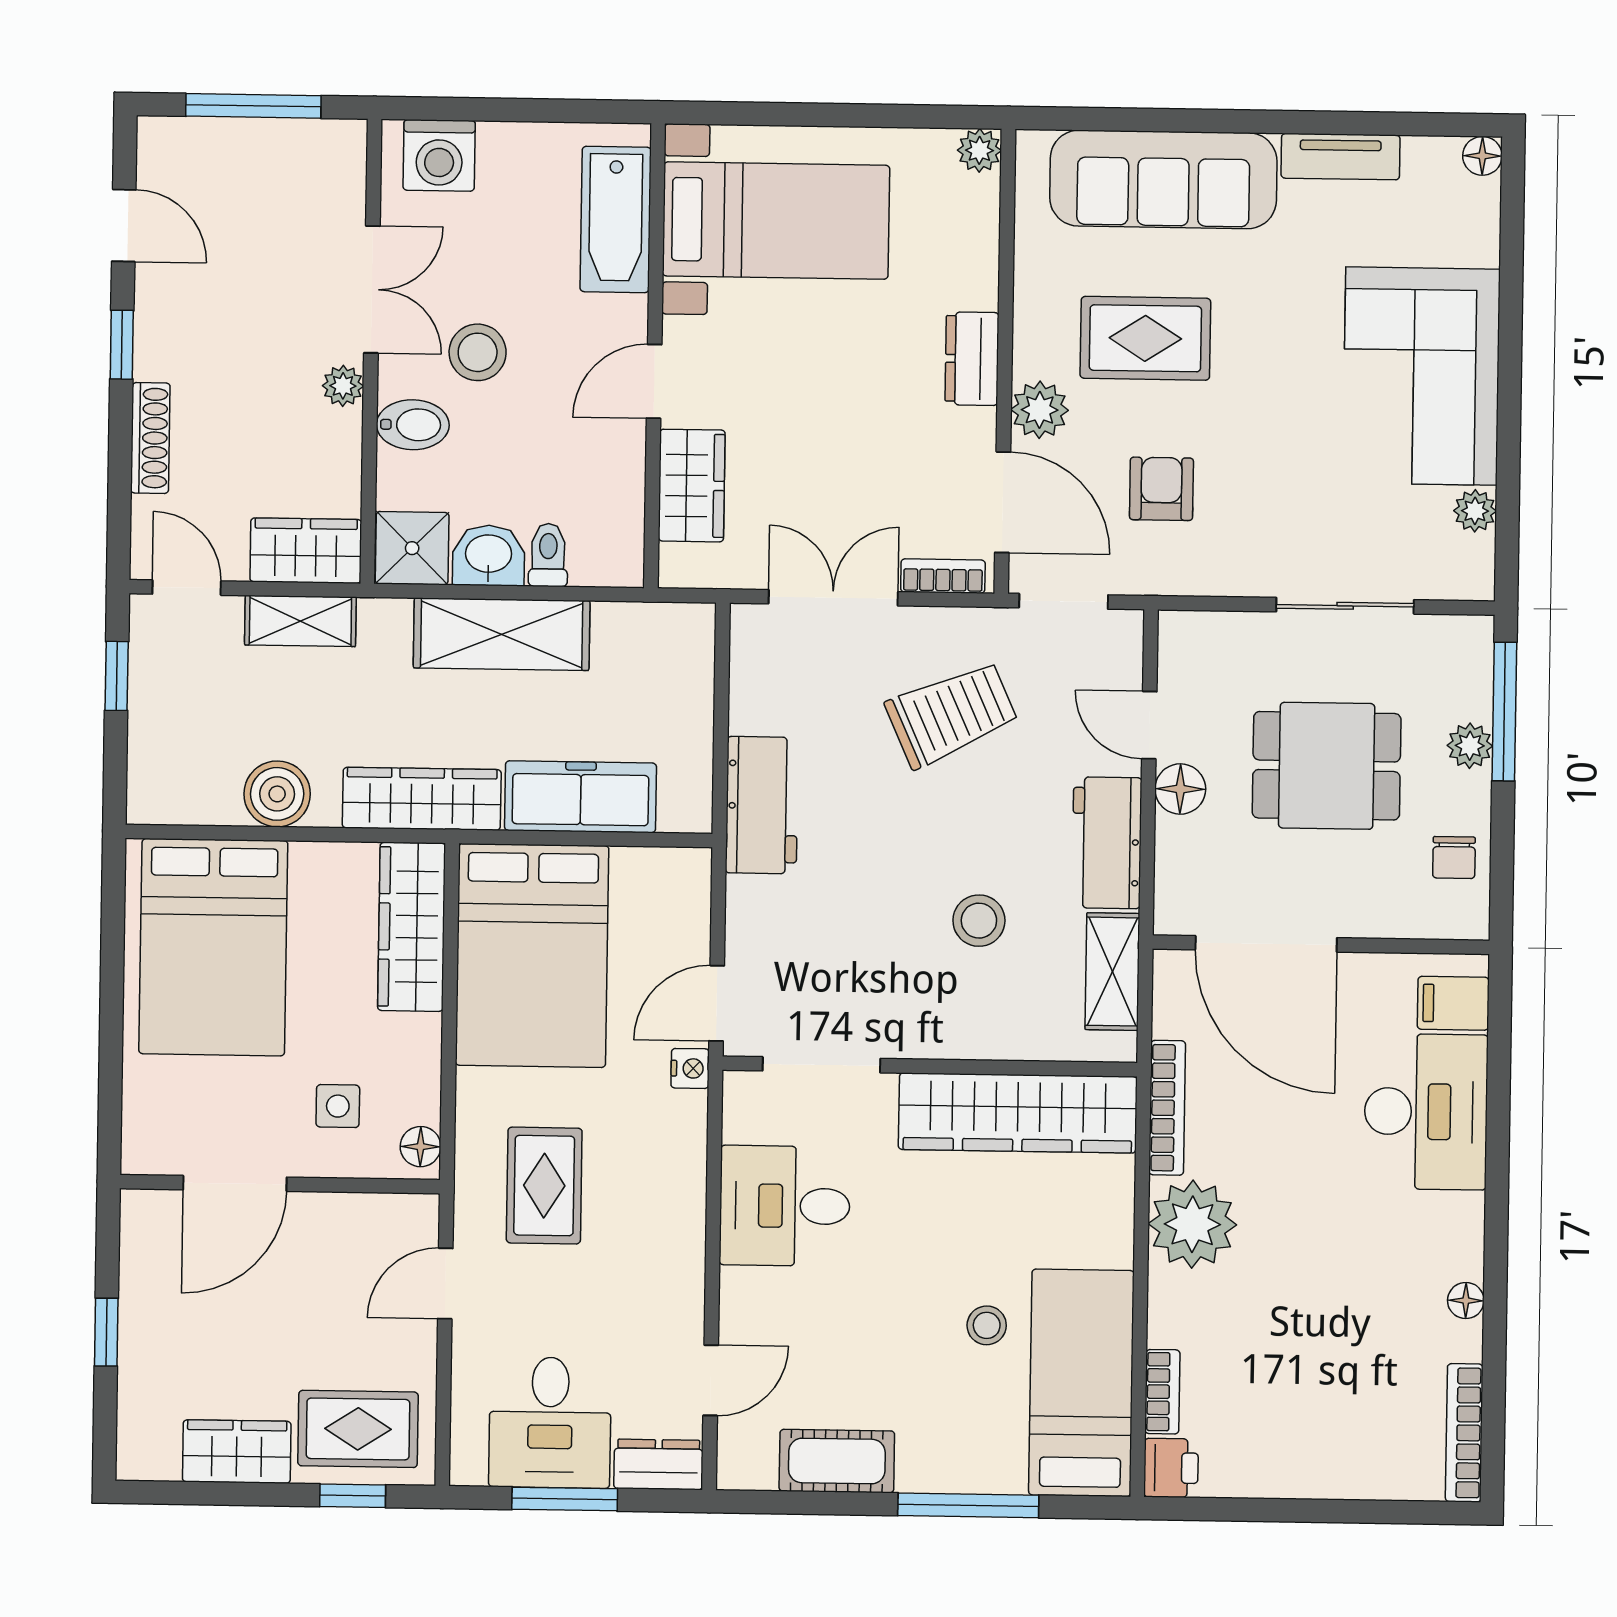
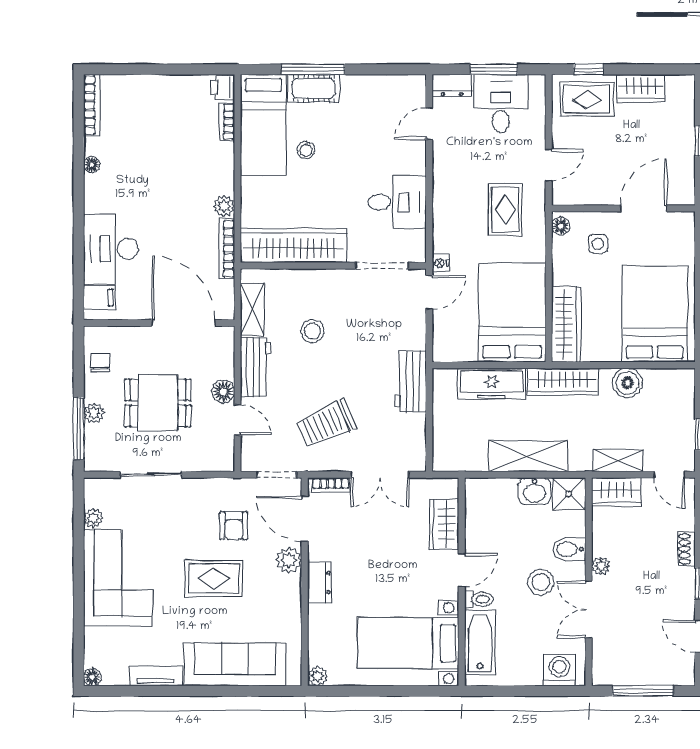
rug: (1145, 338) -> (214, 578), moved
shoe rack: (150, 438) -> (687, 549), width x0.70
toilet: (548, 555) -> (479, 599), moved, turned -90
plant: (1192, 1224) -> (224, 206), width x0.53, depth x0.53
cot: (837, 1461) -> (314, 88), moved

